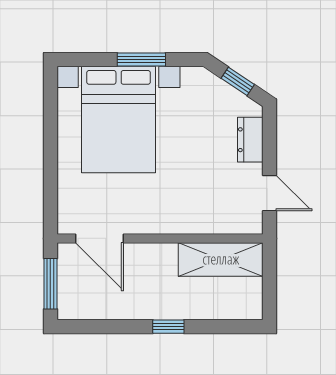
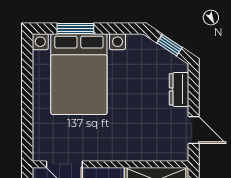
window: (141, 59) -> (75, 29), moved

